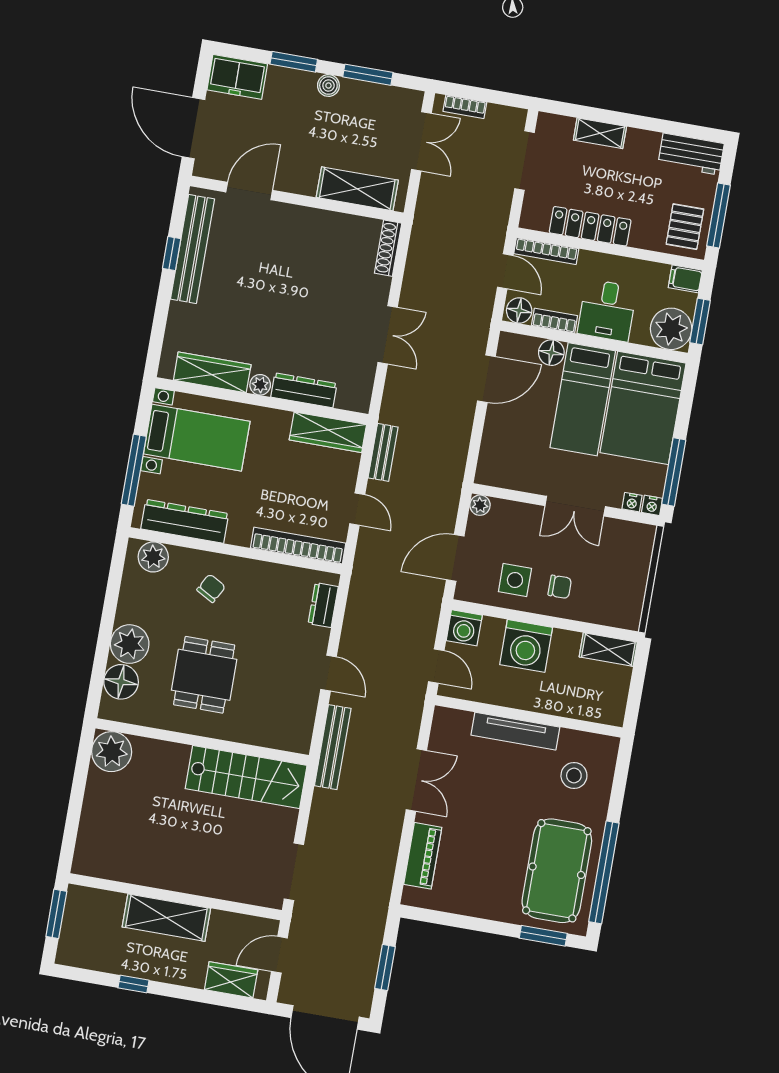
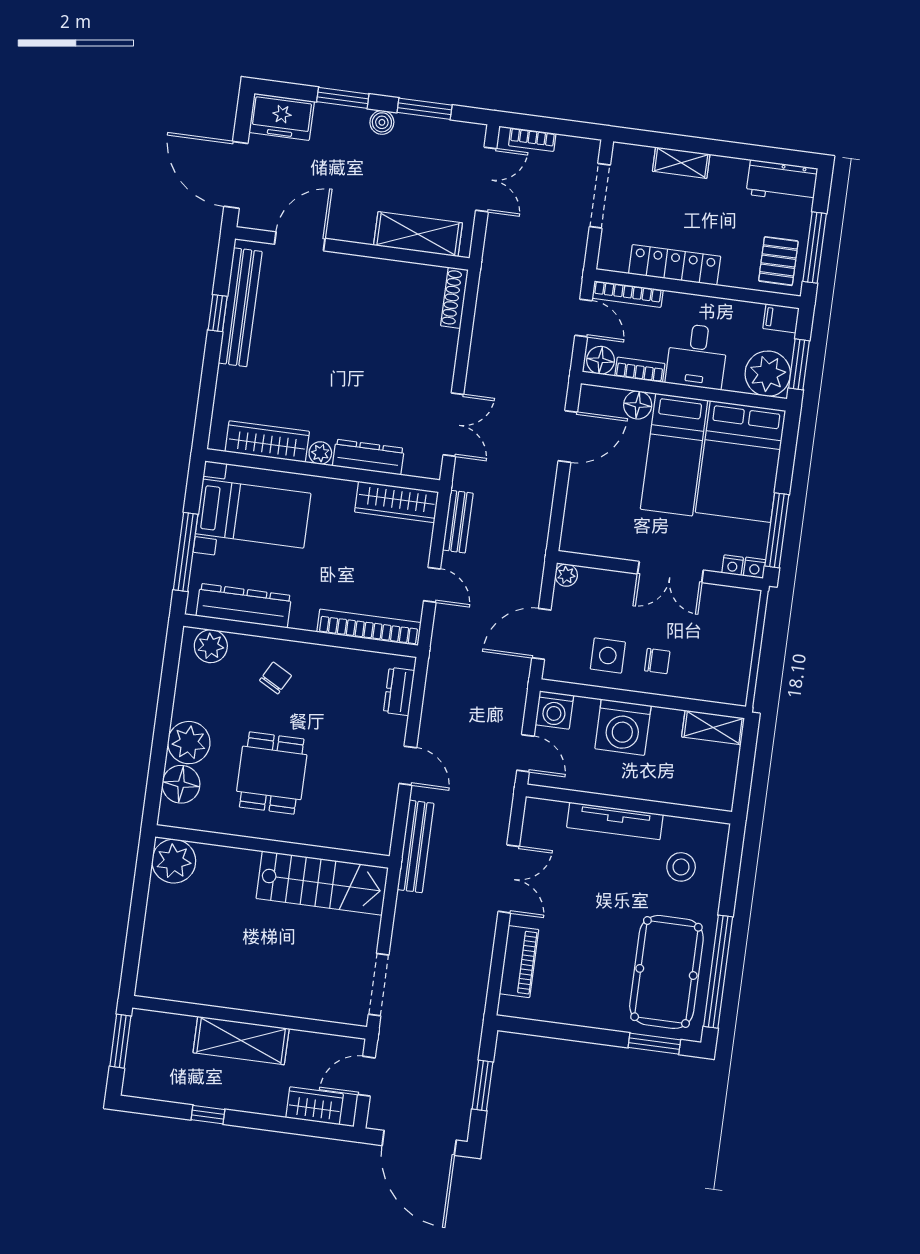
double door: (388, 335) -> (453, 425), moved

